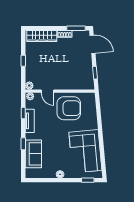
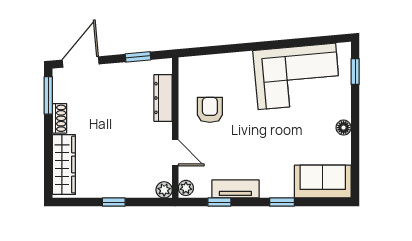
dresser: (75, 85) -> (163, 98), added
door: (48, 91) -> (175, 153), hinge flipped
armchair: (69, 108) -> (210, 110), width x0.53, depth x0.53
sofa: (33, 154) -> (323, 182), moved

